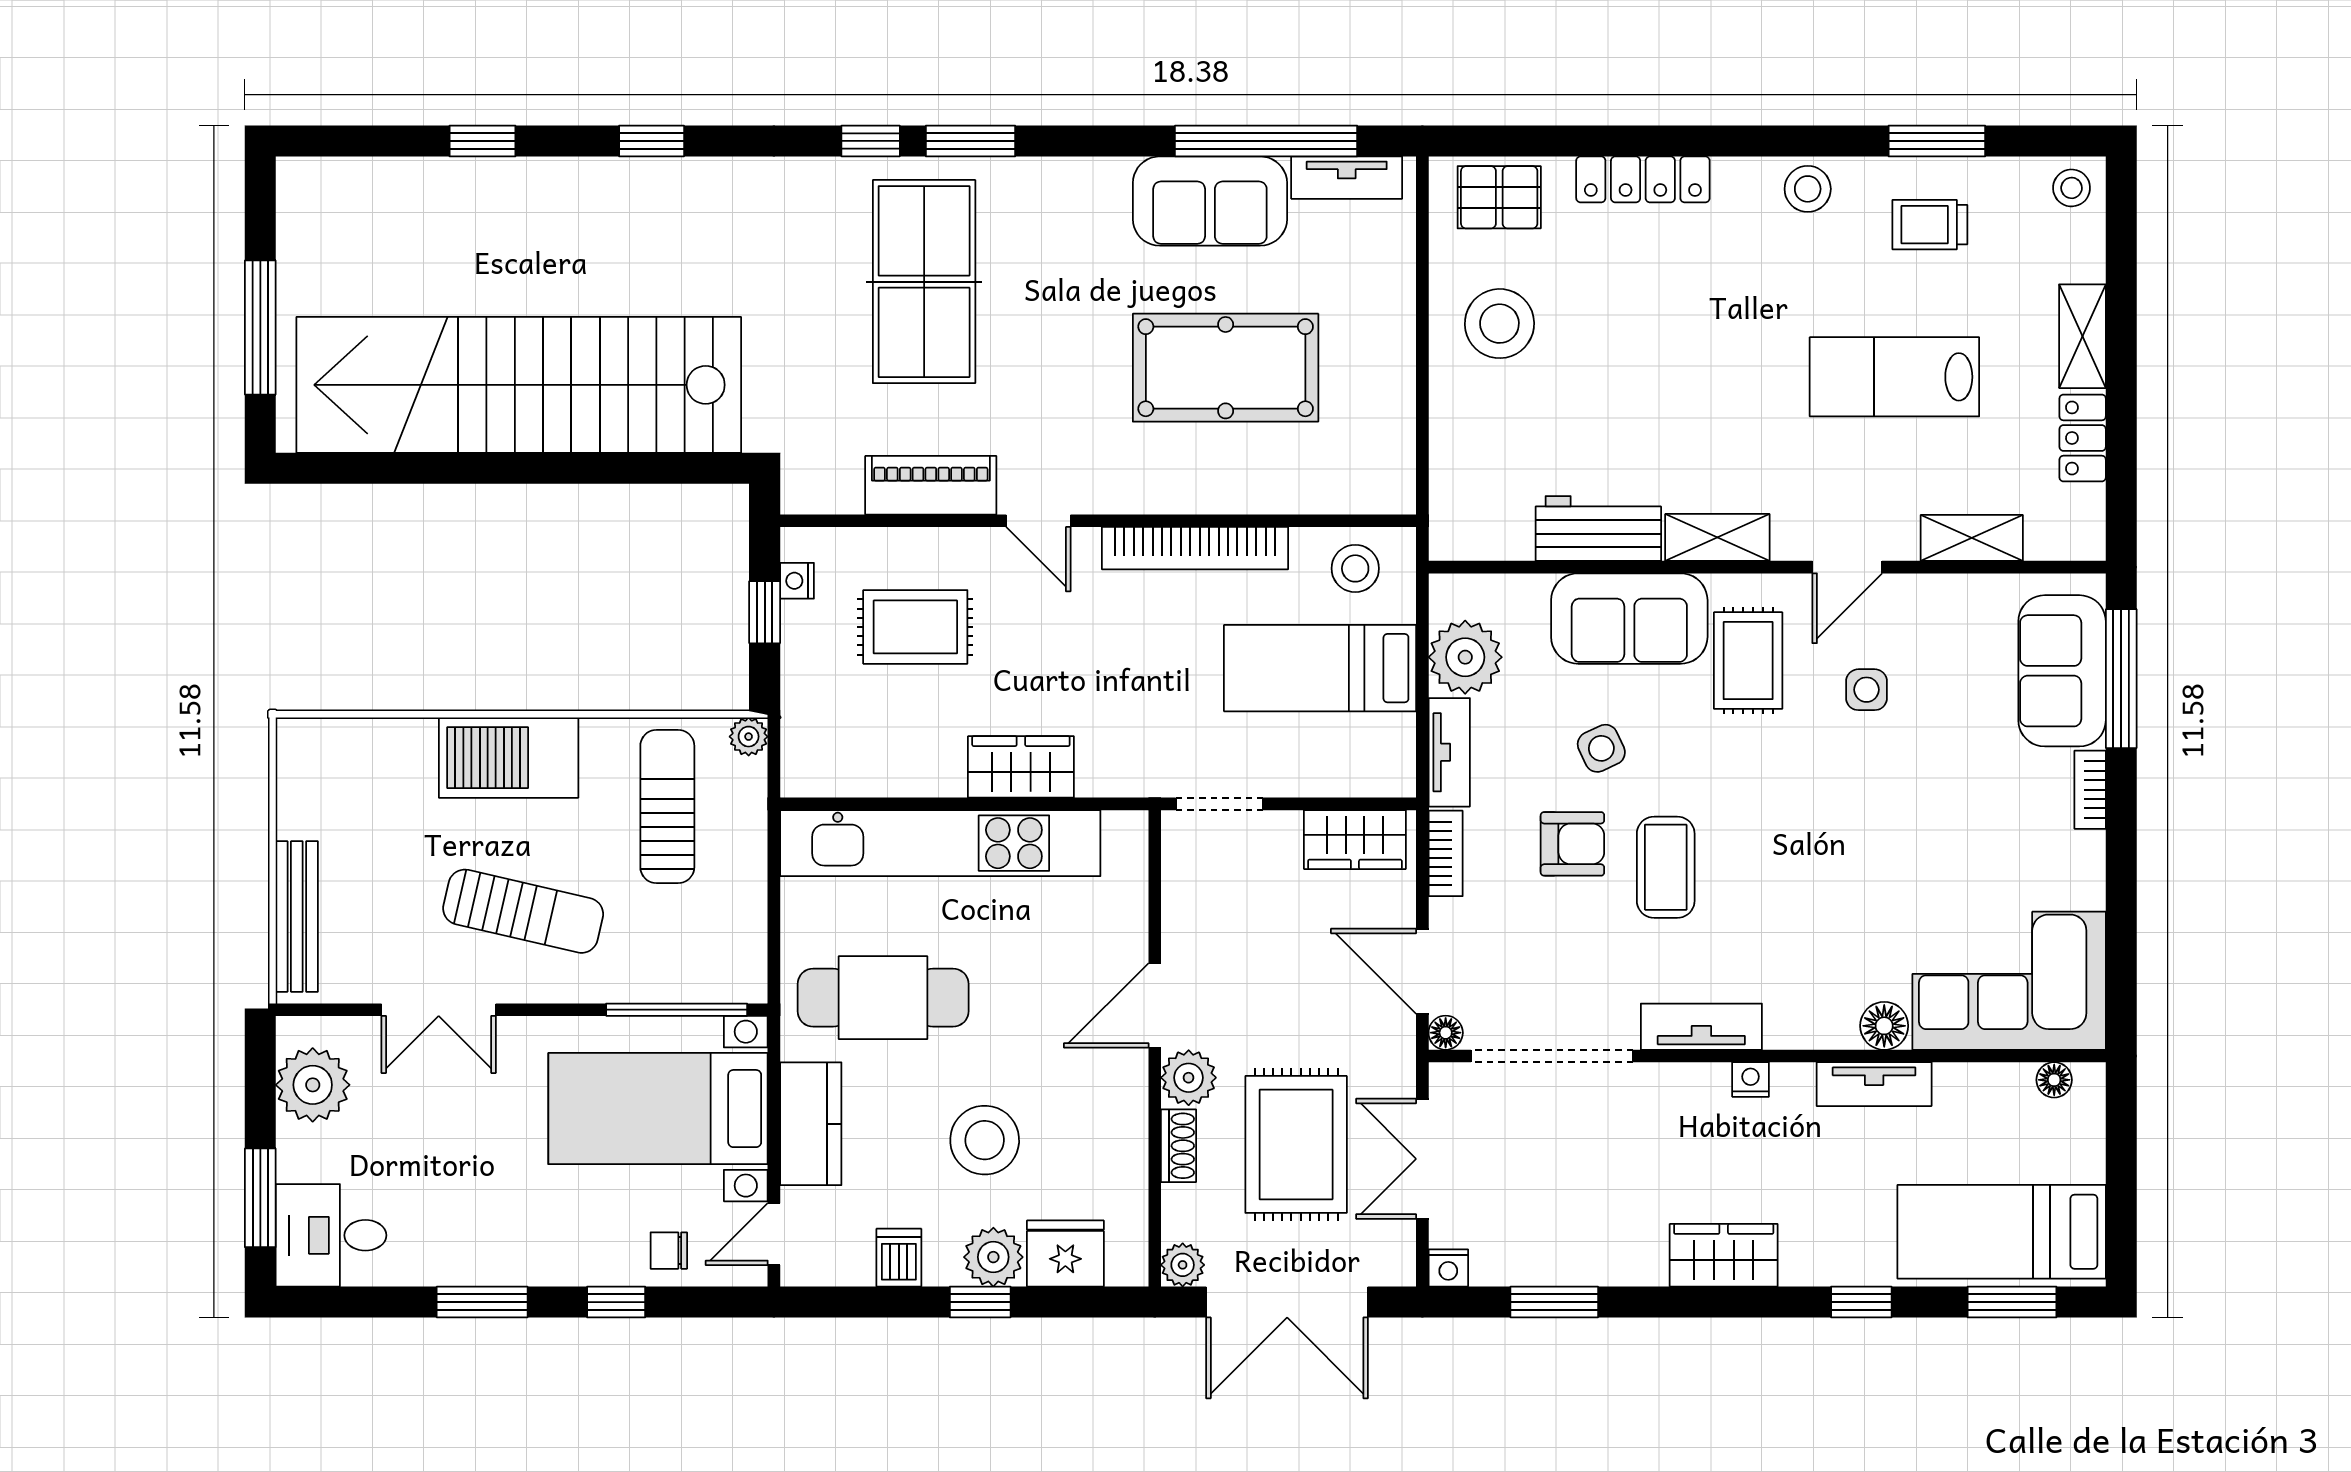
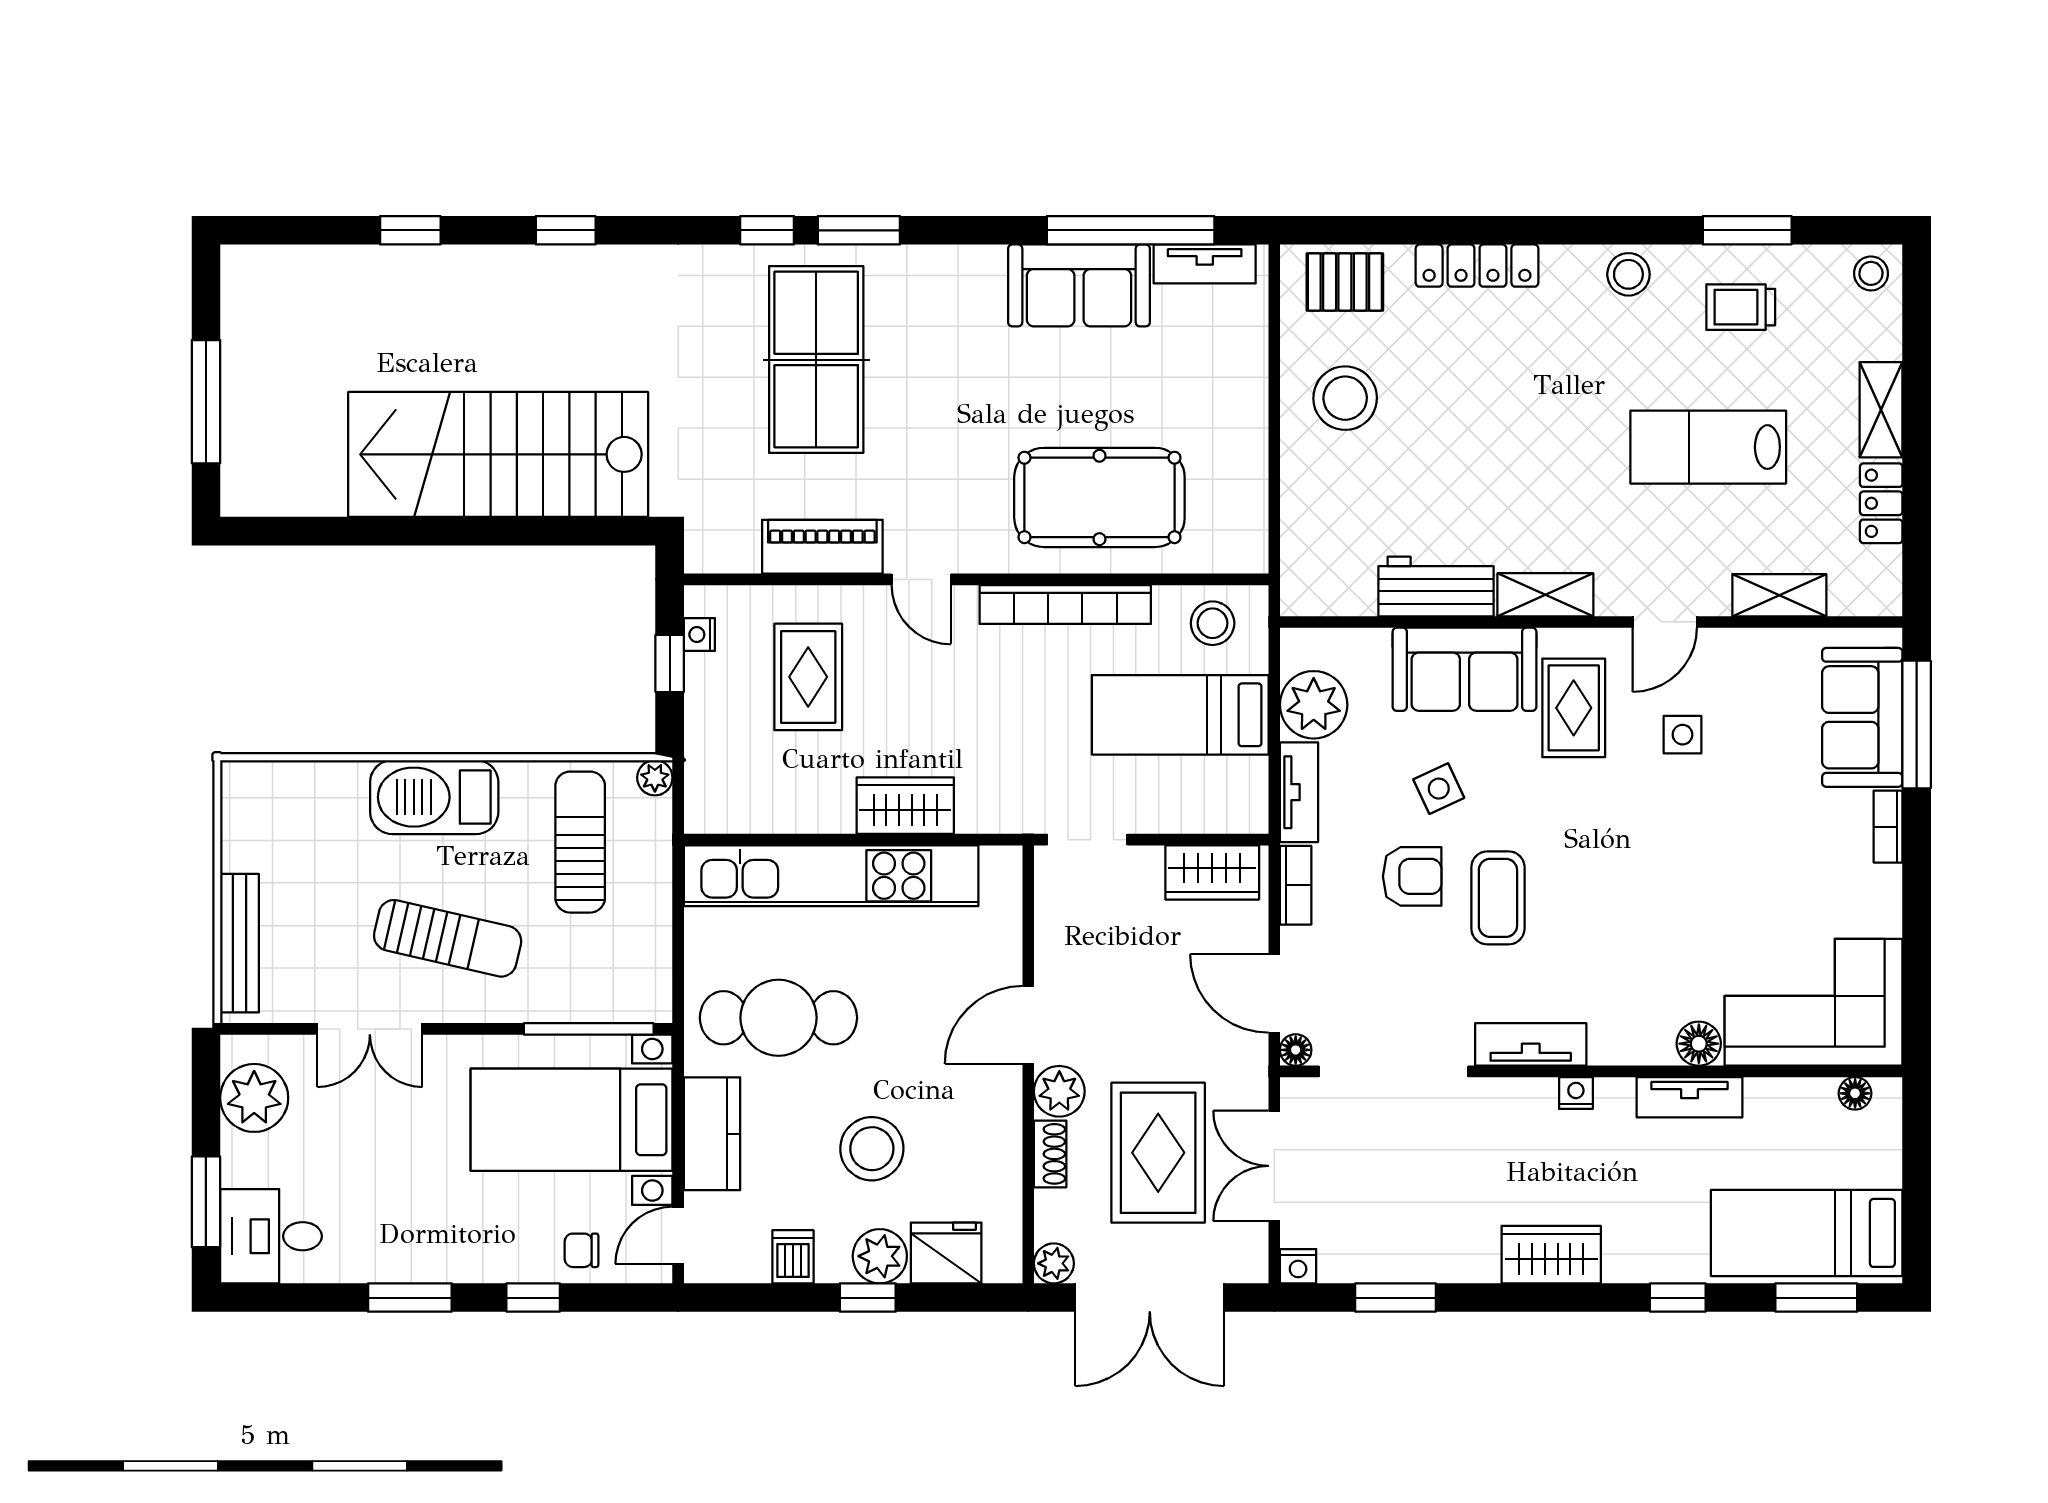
pool table: (1226, 368) -> (1099, 497), moved
stairs: (519, 385) -> (498, 454), width x0.73
rug: (915, 627) -> (808, 677), turned 90

